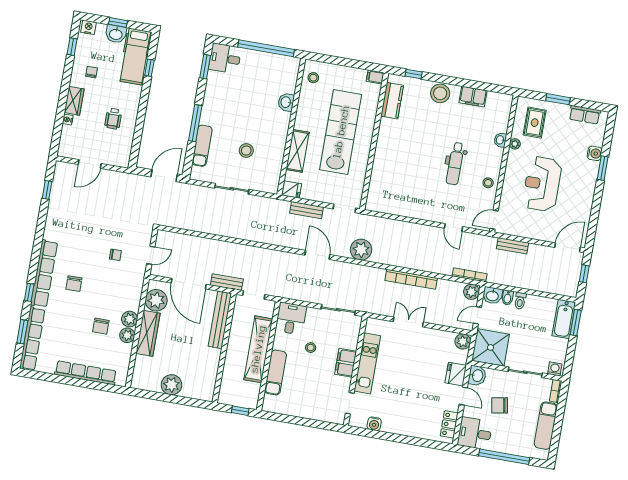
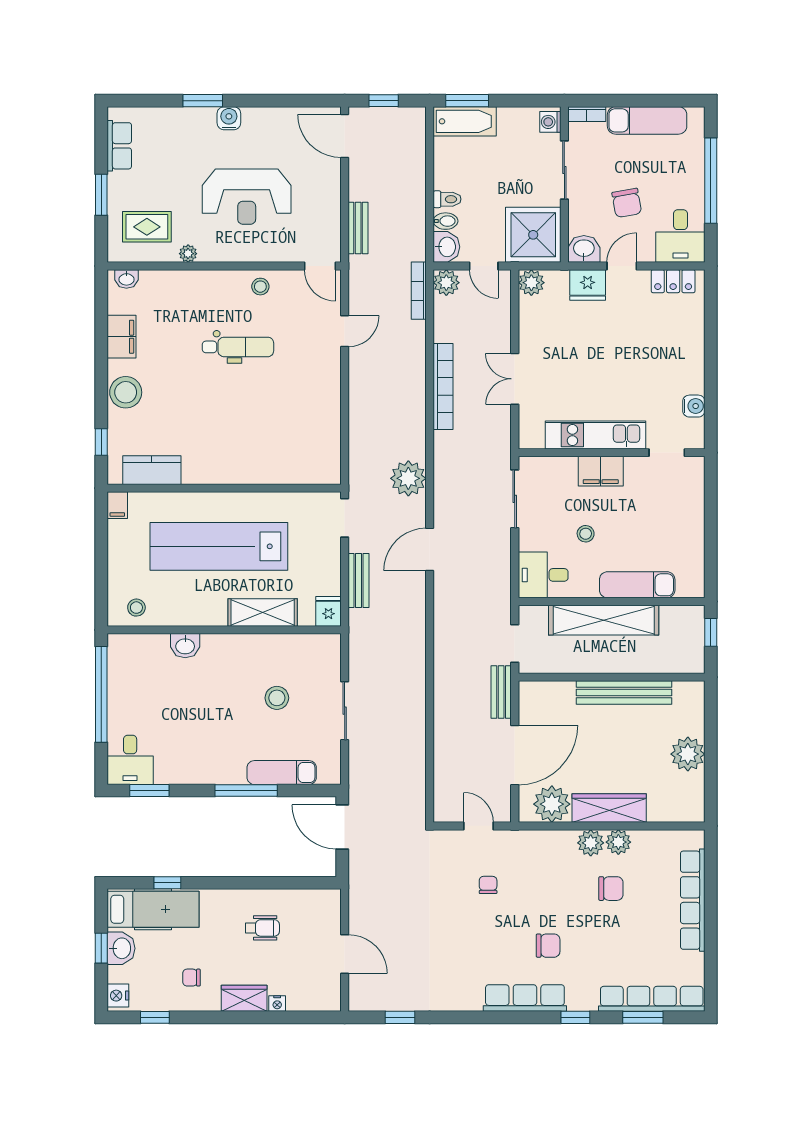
washbasin: (500, 140) -> (126, 279), moved
water cooler: (595, 153) -> (229, 118), moved
row of seats: (44, 274) -> (525, 998), width x0.73
bench: (220, 320) -> (624, 693), moved

